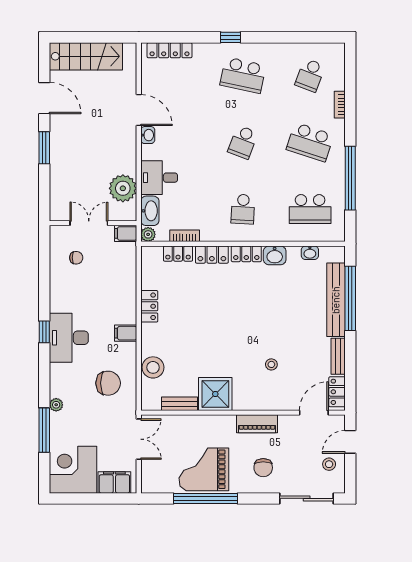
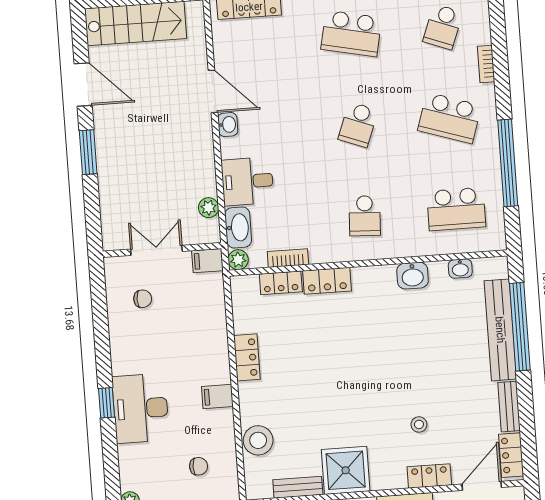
plant: (123, 188) -> (209, 208), width x0.53, depth x0.53
locker: (246, 254) -> (429, 476), moved, turned 180
chair: (108, 383) -> (199, 466), width x0.54, depth x0.54

